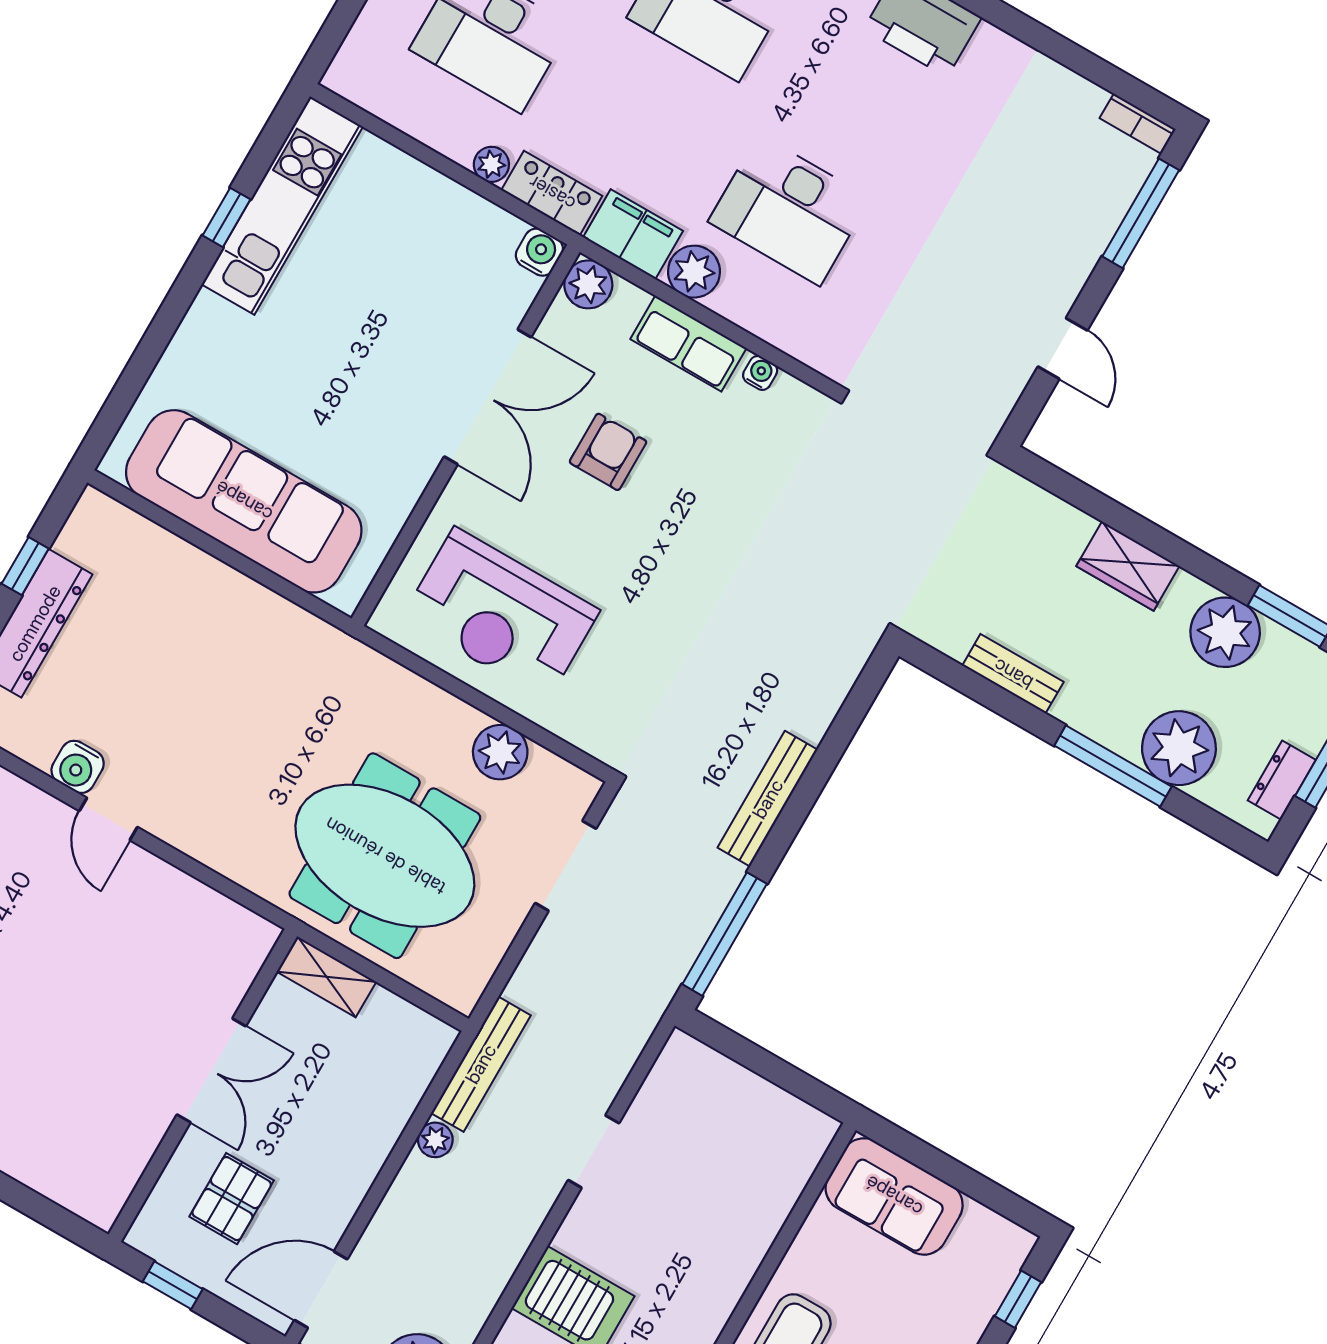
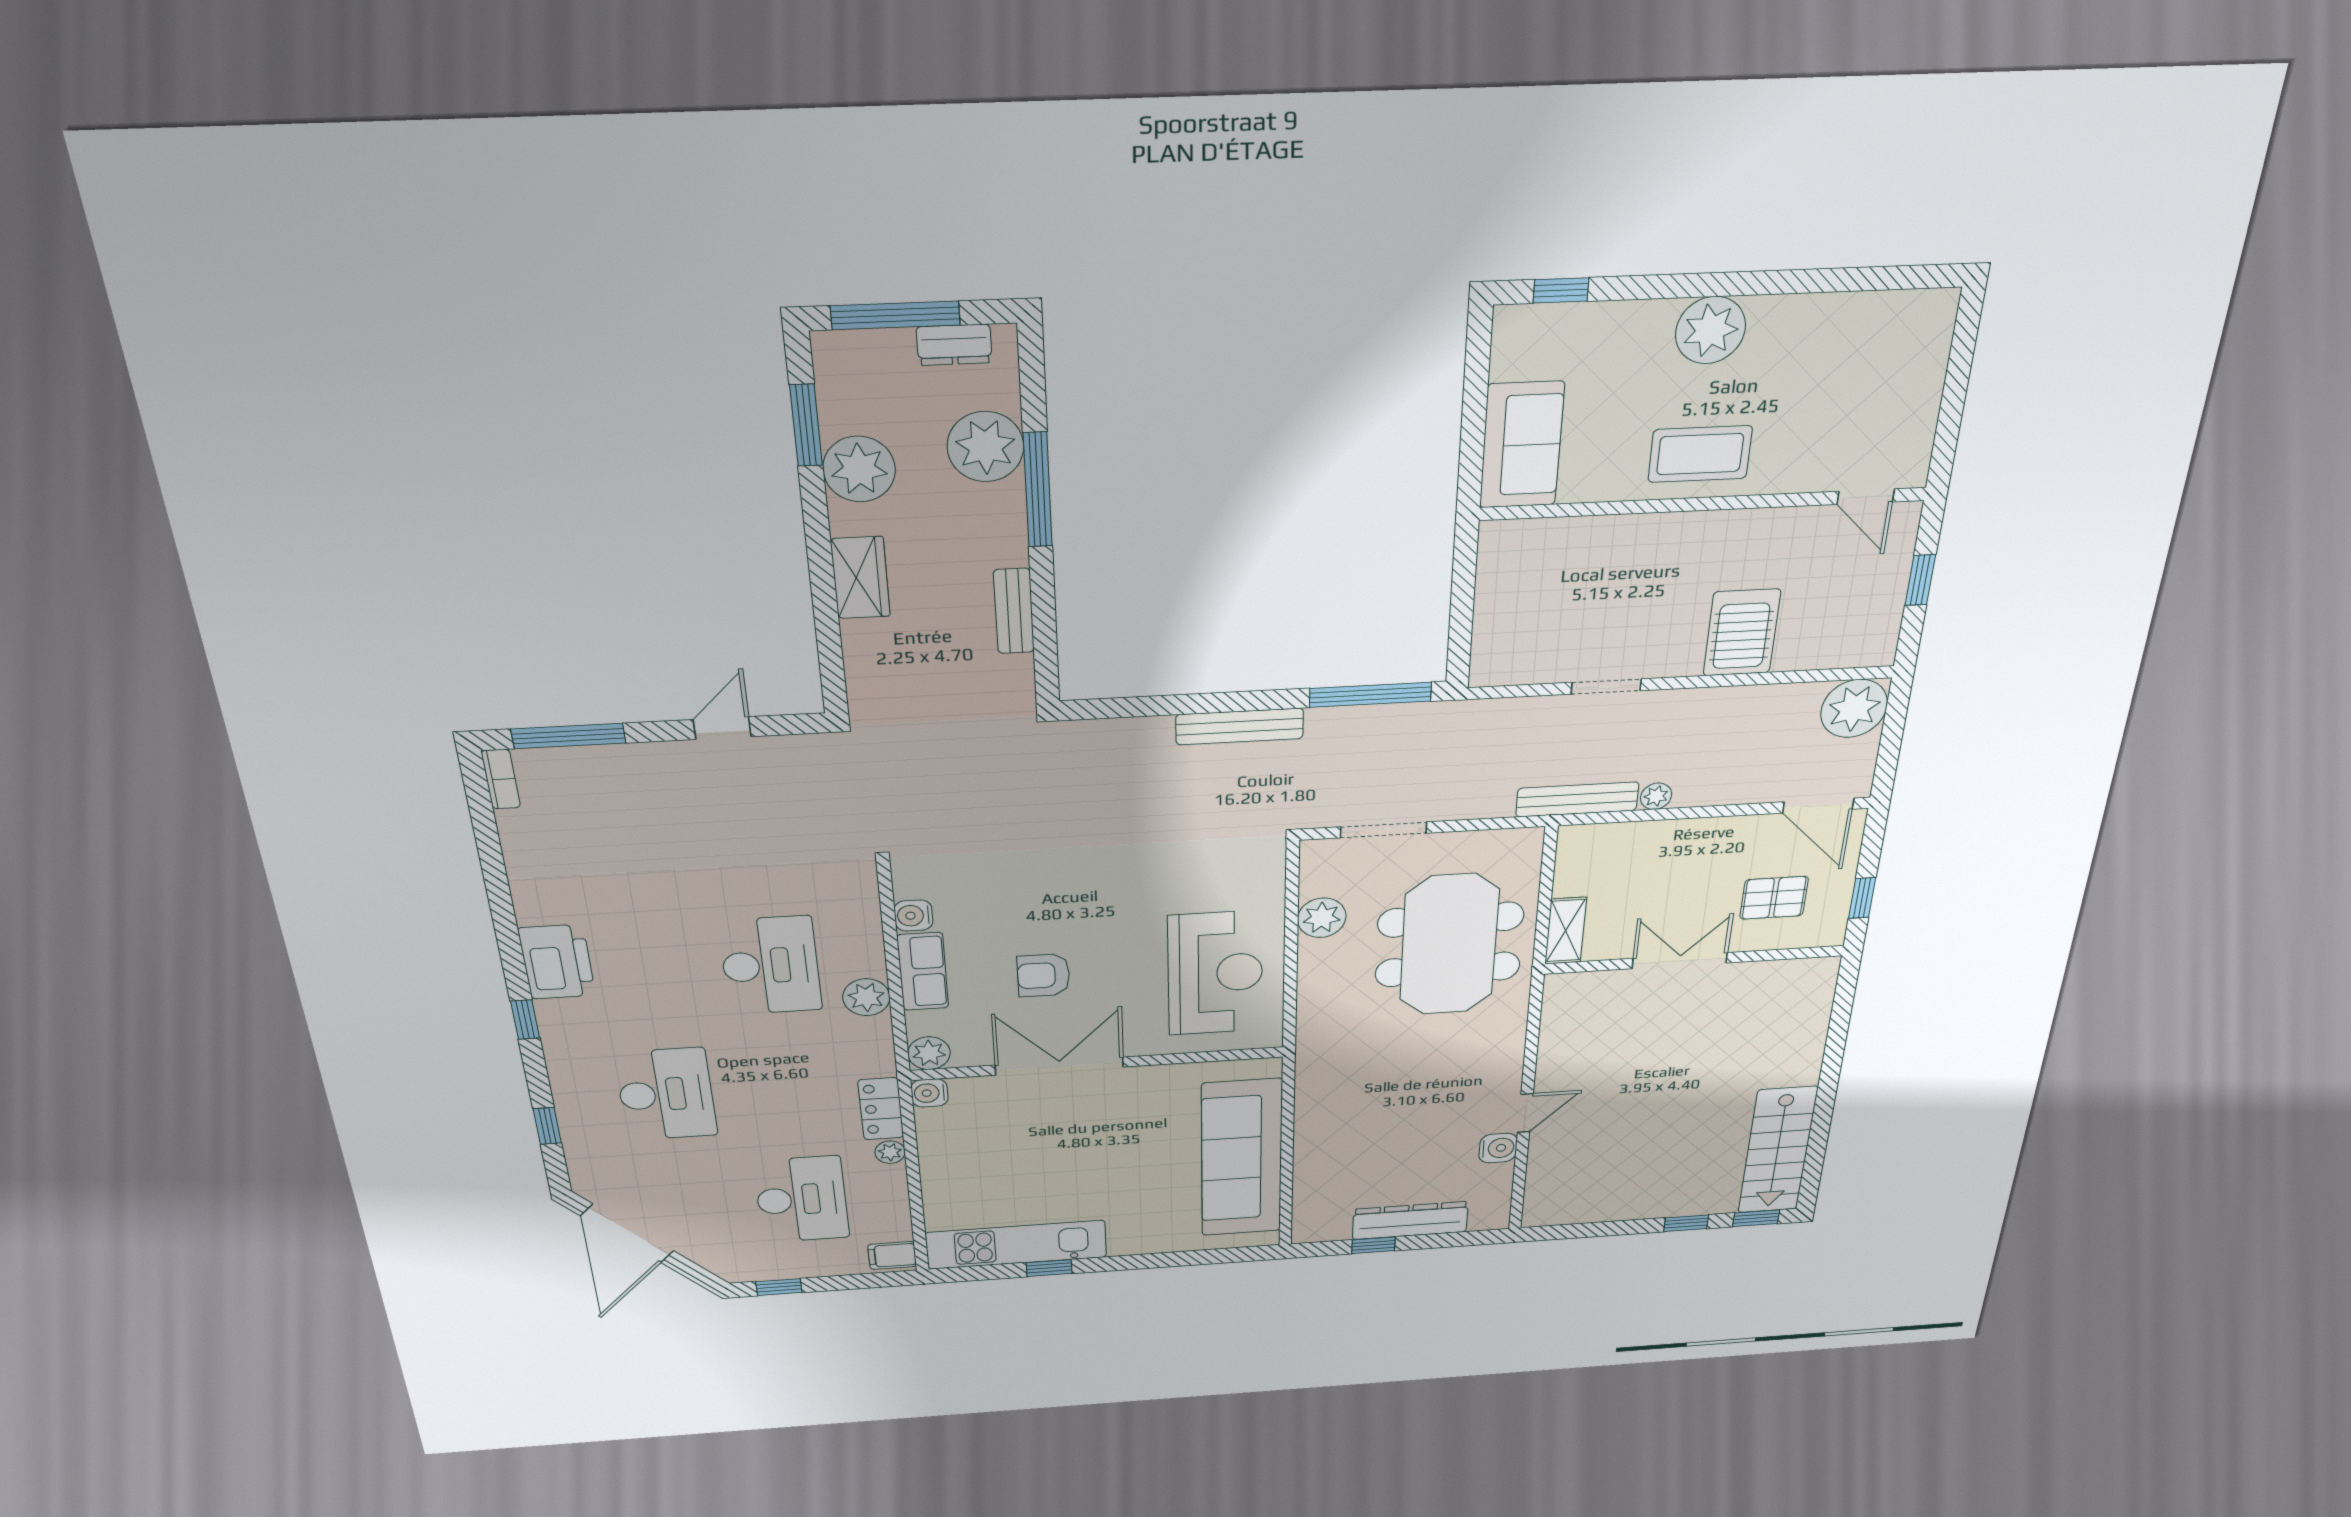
filing cabinet: (633, 234) -> (892, 1255), moved, width x0.50
water cooler: (760, 373) -> (913, 916), width x1.38, depth x1.38

